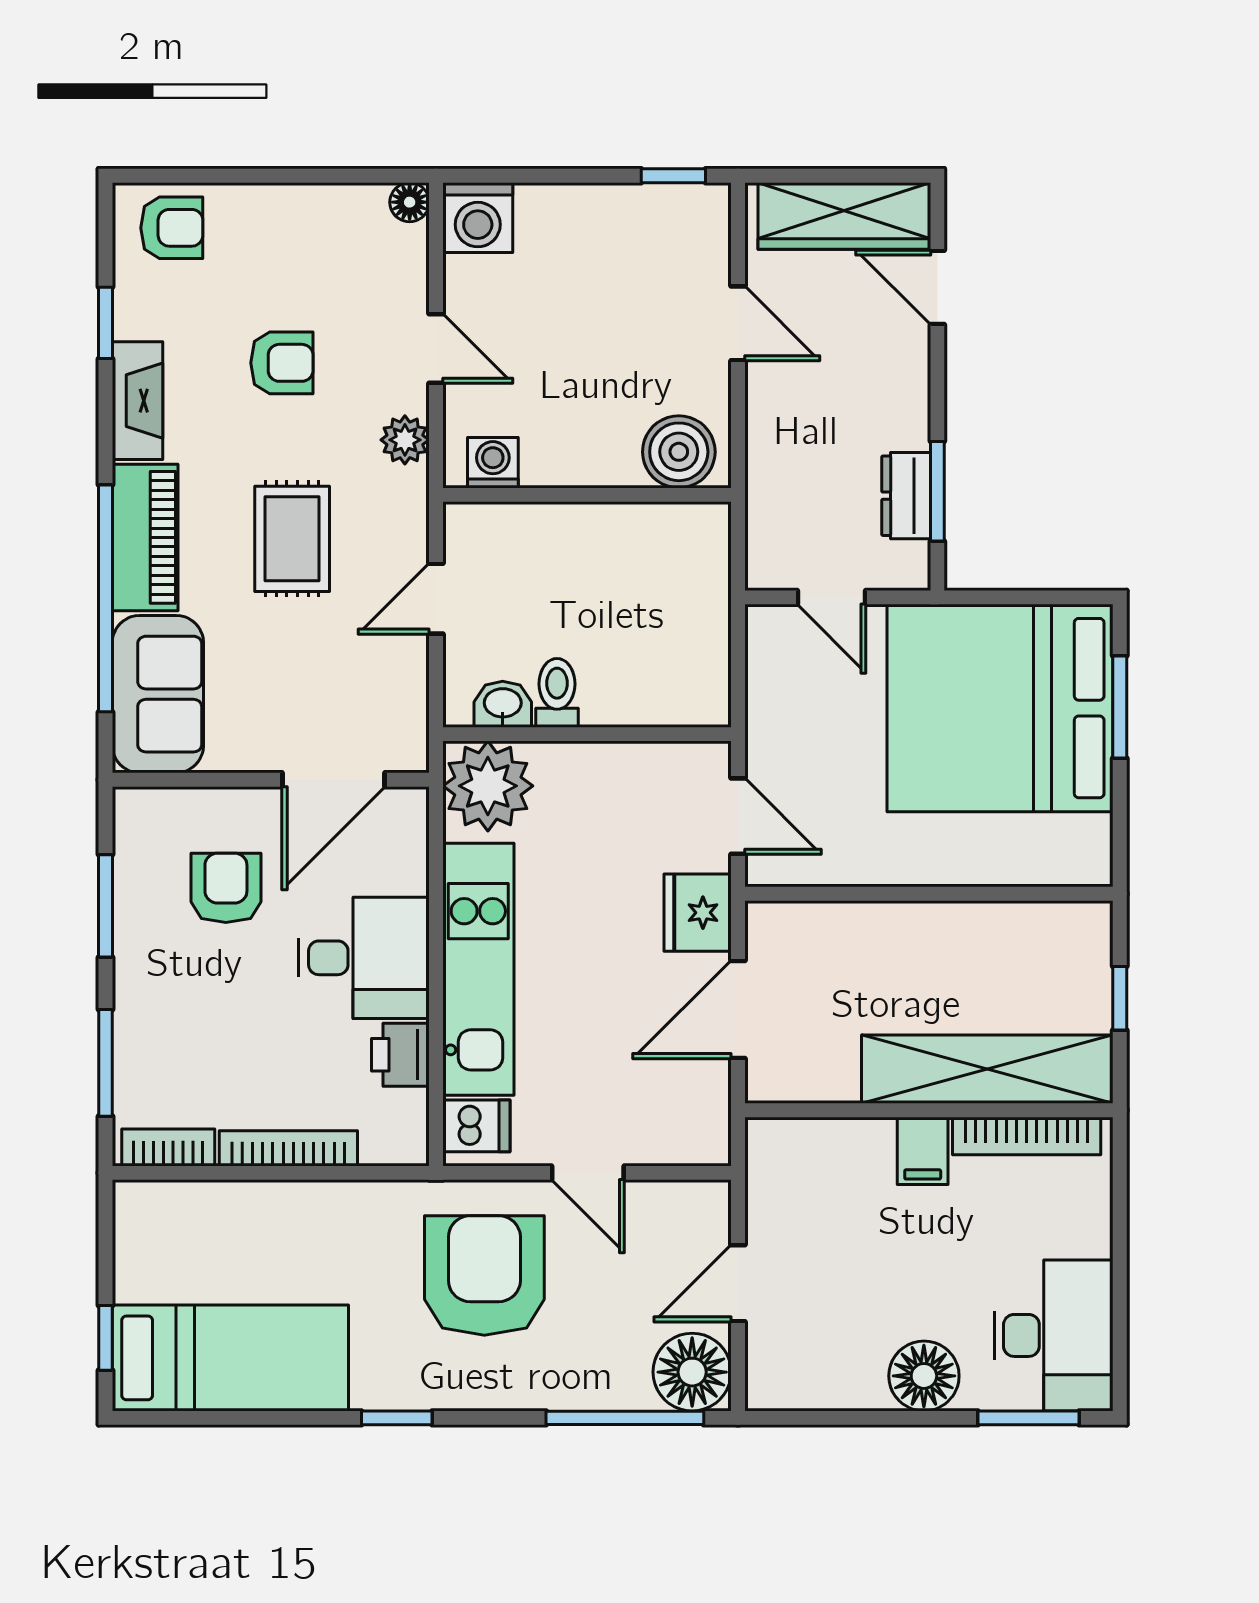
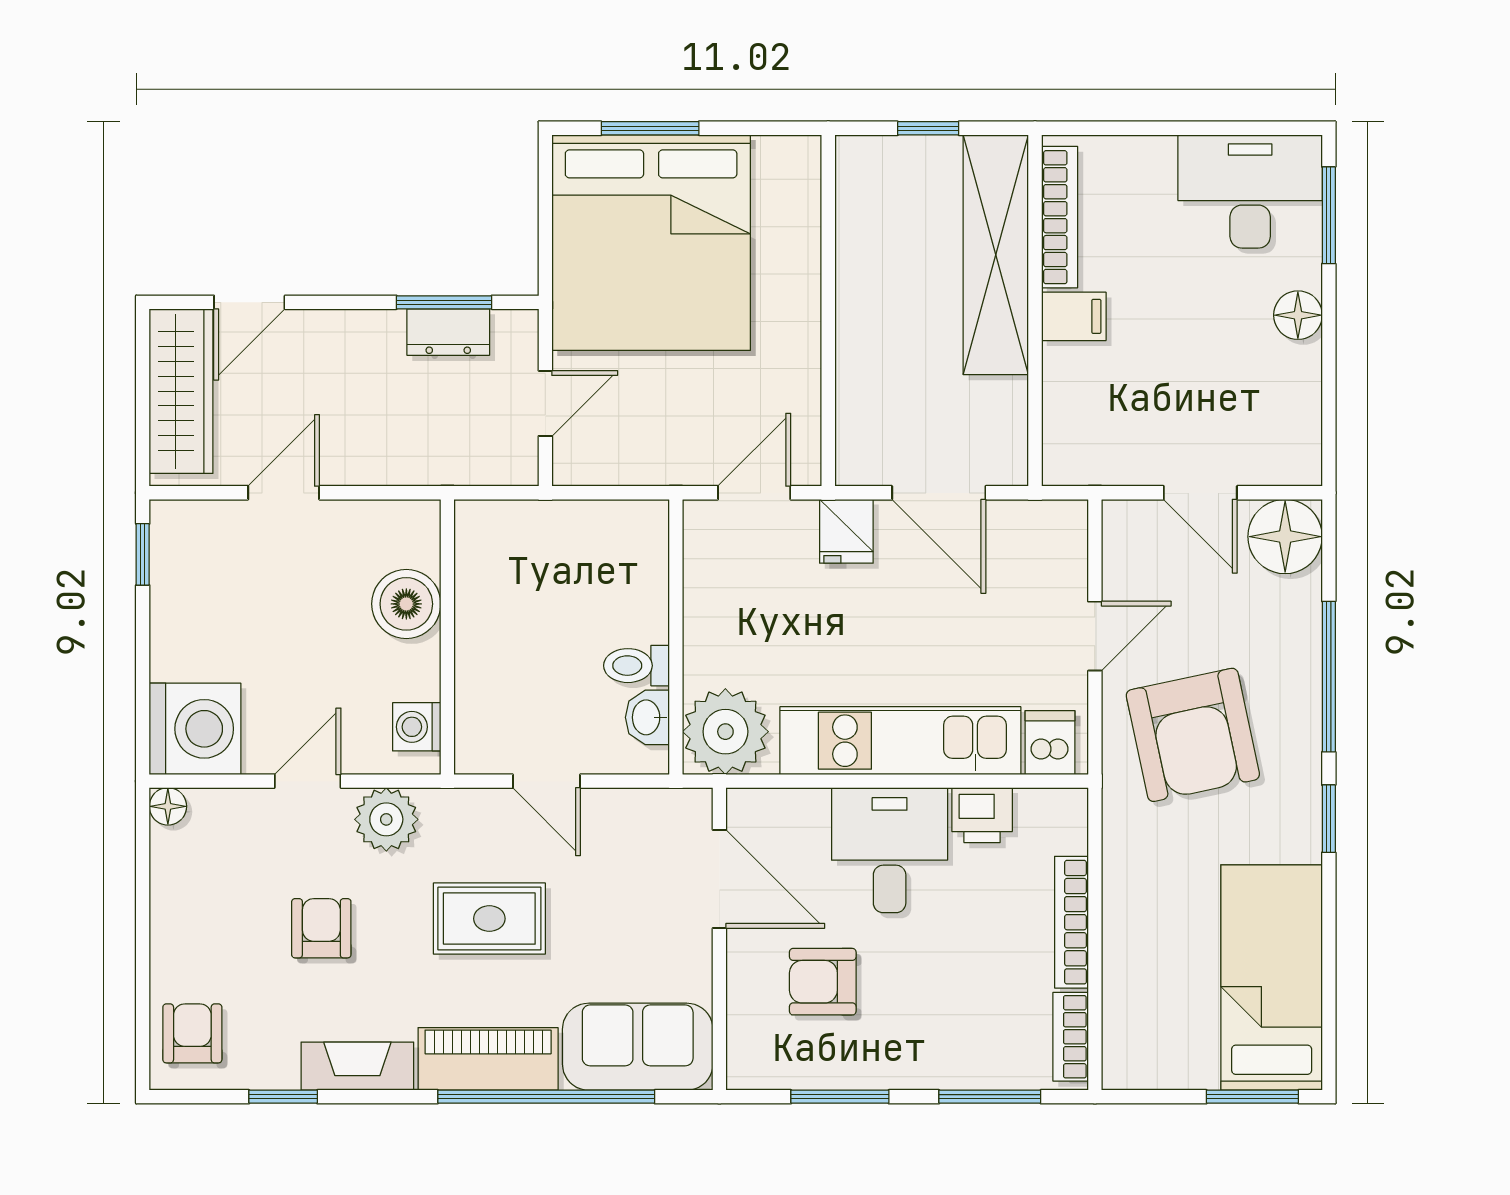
washing machine: (478, 218) -> (195, 729), width x1.37, depth x1.37
plant: (405, 440) -> (386, 819), width x1.38, depth x1.38
boiler: (679, 452) -> (406, 604), moved
fridge: (698, 913) -> (846, 531), width x0.72
armchair: (484, 1275) -> (1193, 735), turned -102
window: (106, 1338) -> (1252, 1097), width x1.50
floor lamp: (924, 1376) -> (1298, 315), width x0.73, depth x0.73
window: (625, 1418) -> (1329, 677), moved

